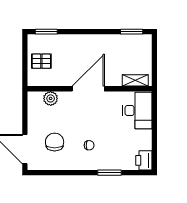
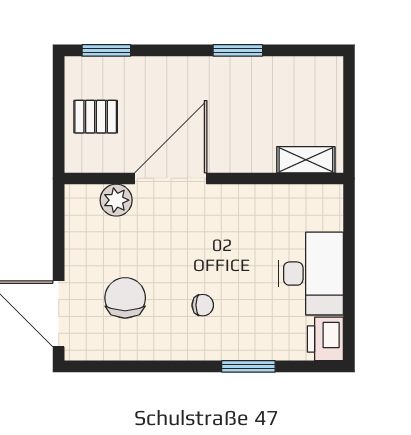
window: (132, 32) -> (238, 50), moved
door: (88, 89) -> (171, 178), moved
desk: (137, 111) -> (311, 274), moved

